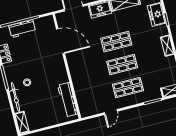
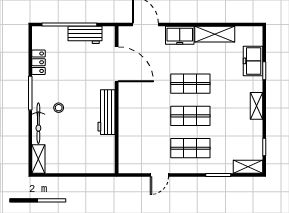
workbench: (22, 29) -> (85, 35), moved
workbench: (68, 100) -> (106, 112), moved

